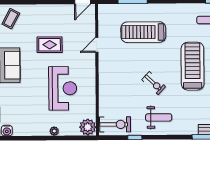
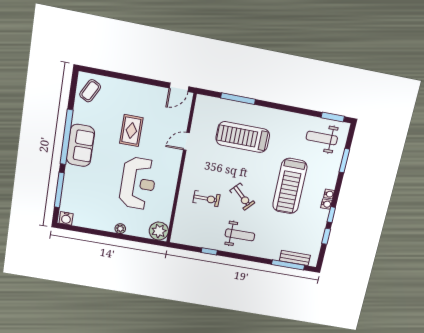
rug: (50, 45) -> (131, 131), turned 90
treadmill: (193, 66) -> (290, 186), turned 180
exercise bike: (115, 124) -> (206, 199), moved, width x0.73, depth x0.72

